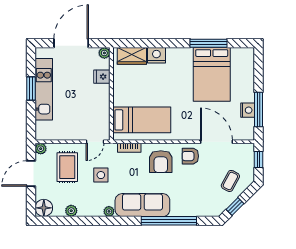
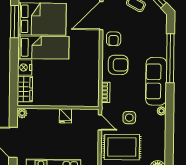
fridge: (102, 77) -> (65, 116), moved
bed: (142, 120) -> (43, 48), moved, turned 90
rug: (67, 167) -> (122, 147), width x1.36, depth x1.43
plant: (71, 211) -> (160, 144), removed

